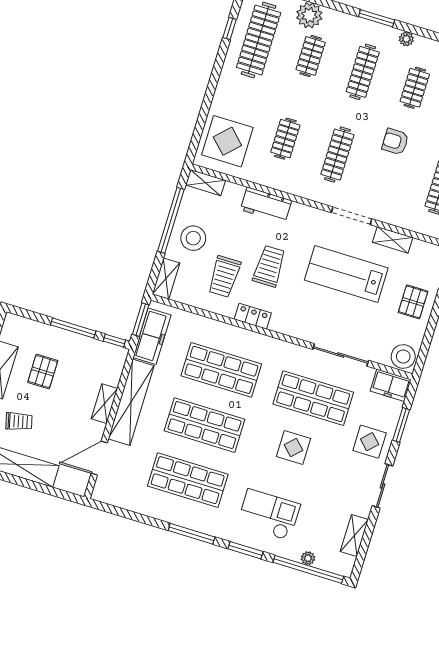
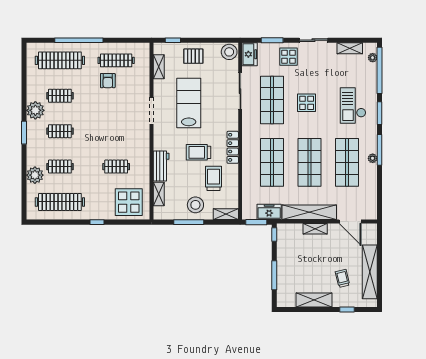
window: (230, 29) -> (97, 222), moved
plant: (406, 39) -> (35, 110), width x1.87, depth x1.87
clothes rail: (363, 72) -> (60, 131), width x0.73
armchair: (395, 142) -> (108, 81), moved
clothes rail: (337, 155) -> (116, 131), removed
shelving: (206, 183) -> (159, 194), moved
window: (171, 220) -> (189, 222), width x0.68
shelving: (393, 240) -> (159, 67), moved
lab bench: (346, 274) -> (189, 103), turned 180
trolley: (224, 277) -> (214, 178), turned -90
locker: (253, 316) -> (233, 147), width x1.53
window: (73, 328) -> (274, 275), moved
freezer: (152, 336) -> (269, 212), width x0.71
pallet: (43, 372) -> (307, 273), removed
plant: (182, 520) -> (373, 158), added
plant: (308, 558) -> (373, 58), moved

